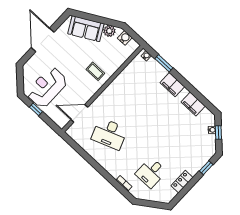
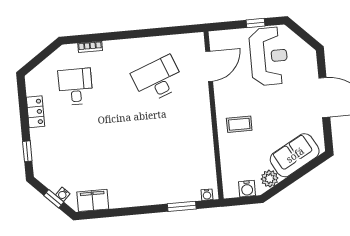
filing cabinet: (172, 85) -> (150, 195), removed
filing cabinet: (193, 104) -> (93, 200), moved

